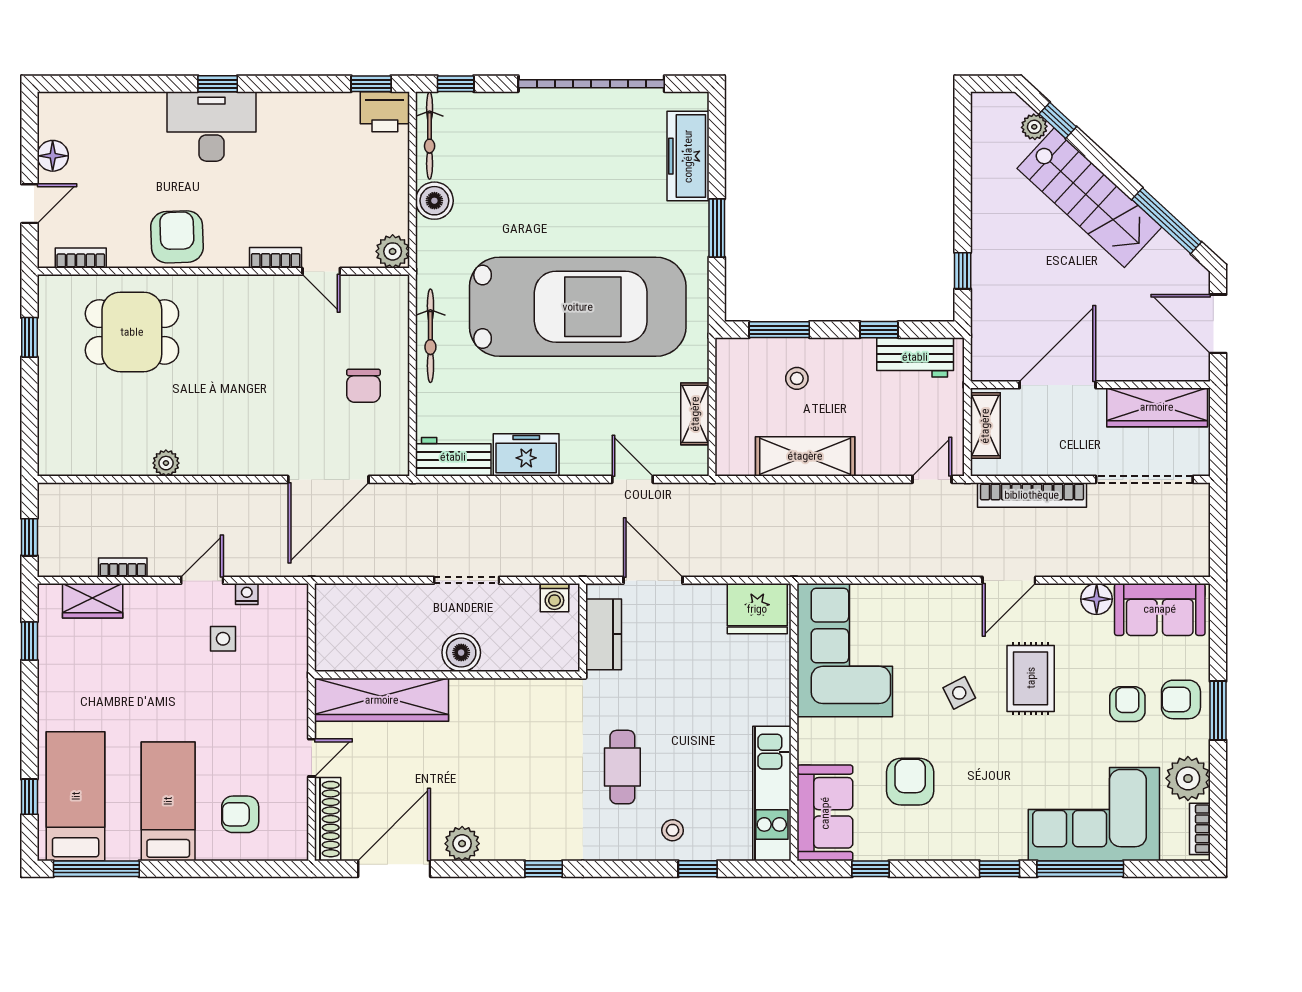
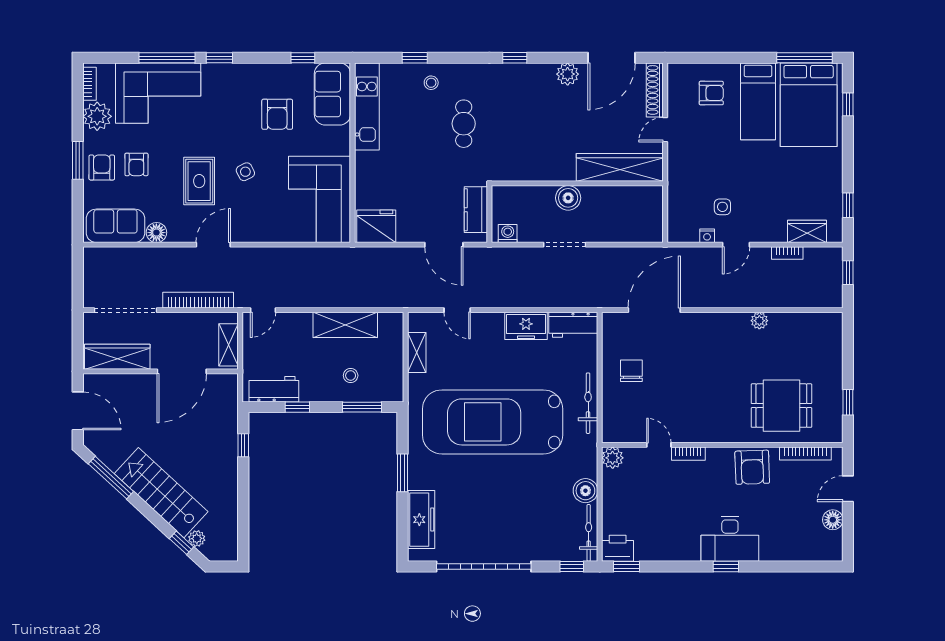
bookcase: (81, 258) -> (805, 454), width x1.56
armchair: (1181, 699) -> (102, 167), turned -90
bed: (76, 796) -> (809, 105), width x1.50

